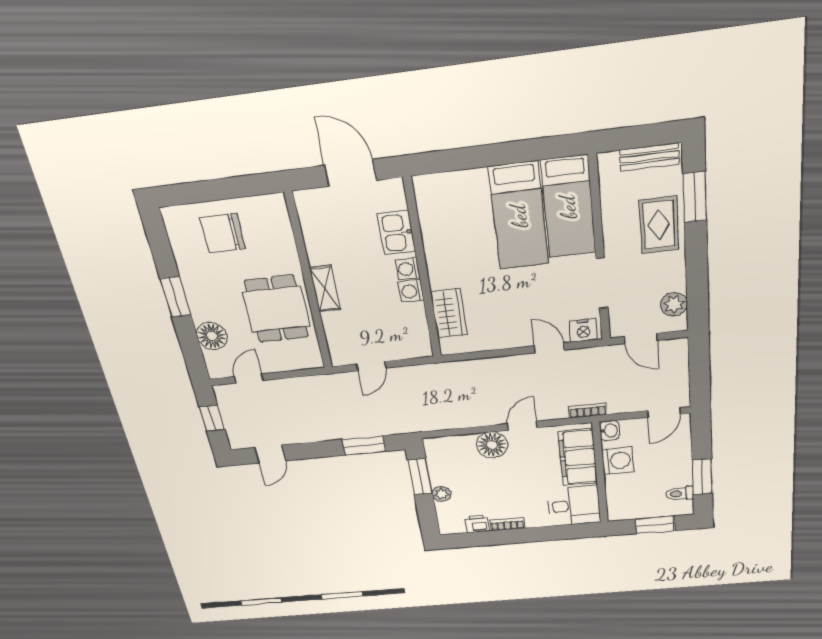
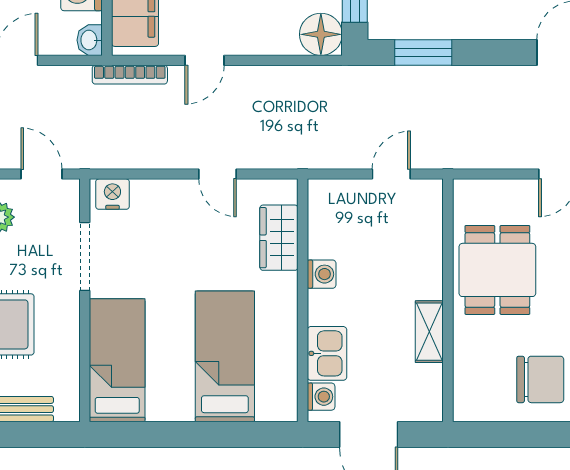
bed: (519, 216) -> (225, 356), moved
washing machine: (408, 269) -> (321, 397), moved
shelving: (325, 289) -> (429, 332), moved
door: (549, 348) -> (218, 174), moved
bookcase: (587, 410) -> (130, 75), width x1.56
floor lamp: (492, 445) -> (321, 34), moved

